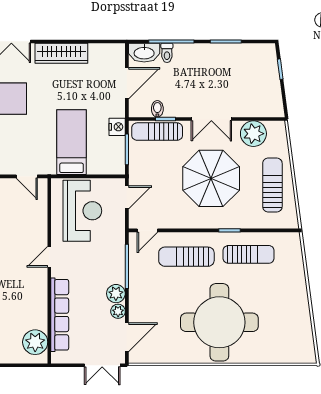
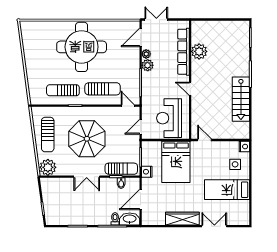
double door: (211, 119) -> (87, 177), swing flipped
plant: (253, 134) -> (48, 167), moved
bed: (72, 142) -> (176, 162), width x1.50
door: (147, 230) -> (128, 106), hinge flipped
door: (49, 257) -> (190, 89), swing flipped
plant: (35, 342) -> (199, 51), moved

